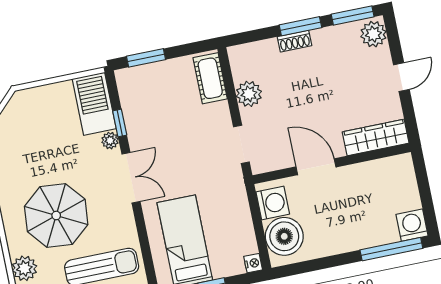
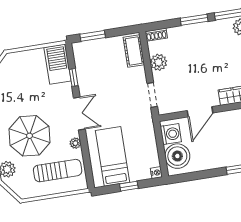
shoe rack: (295, 41) -> (156, 35), moved
plant: (110, 141) -> (75, 143), moved
door: (316, 167) -> (200, 112), swing flipped

